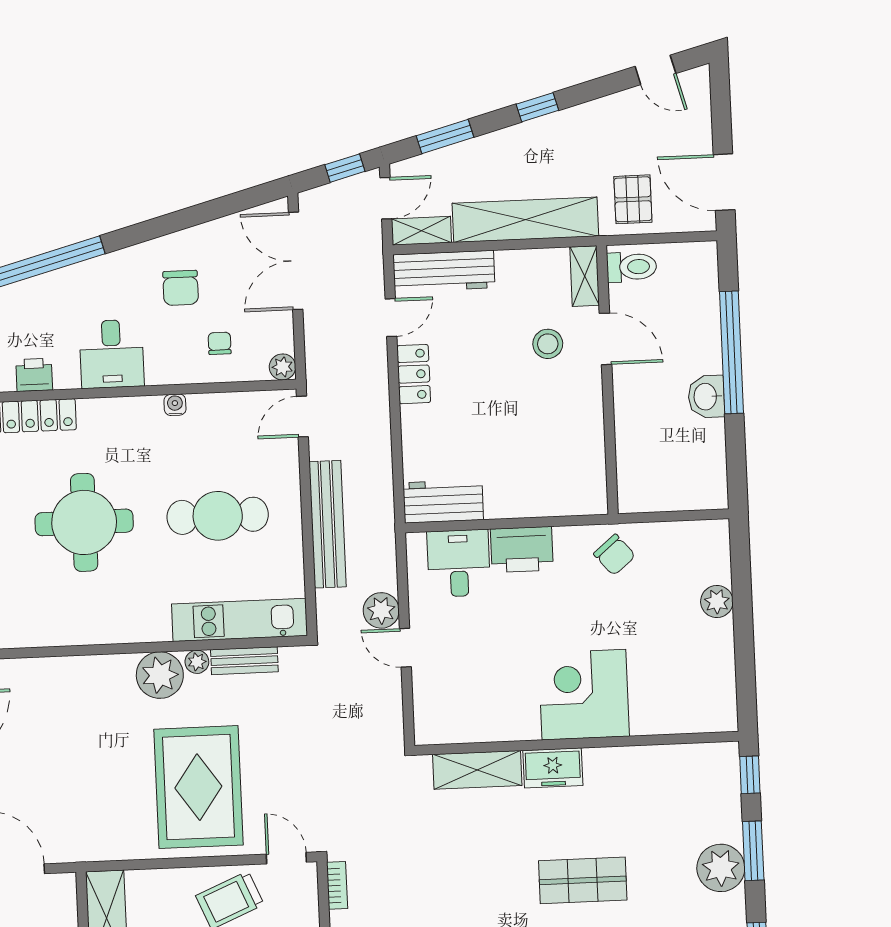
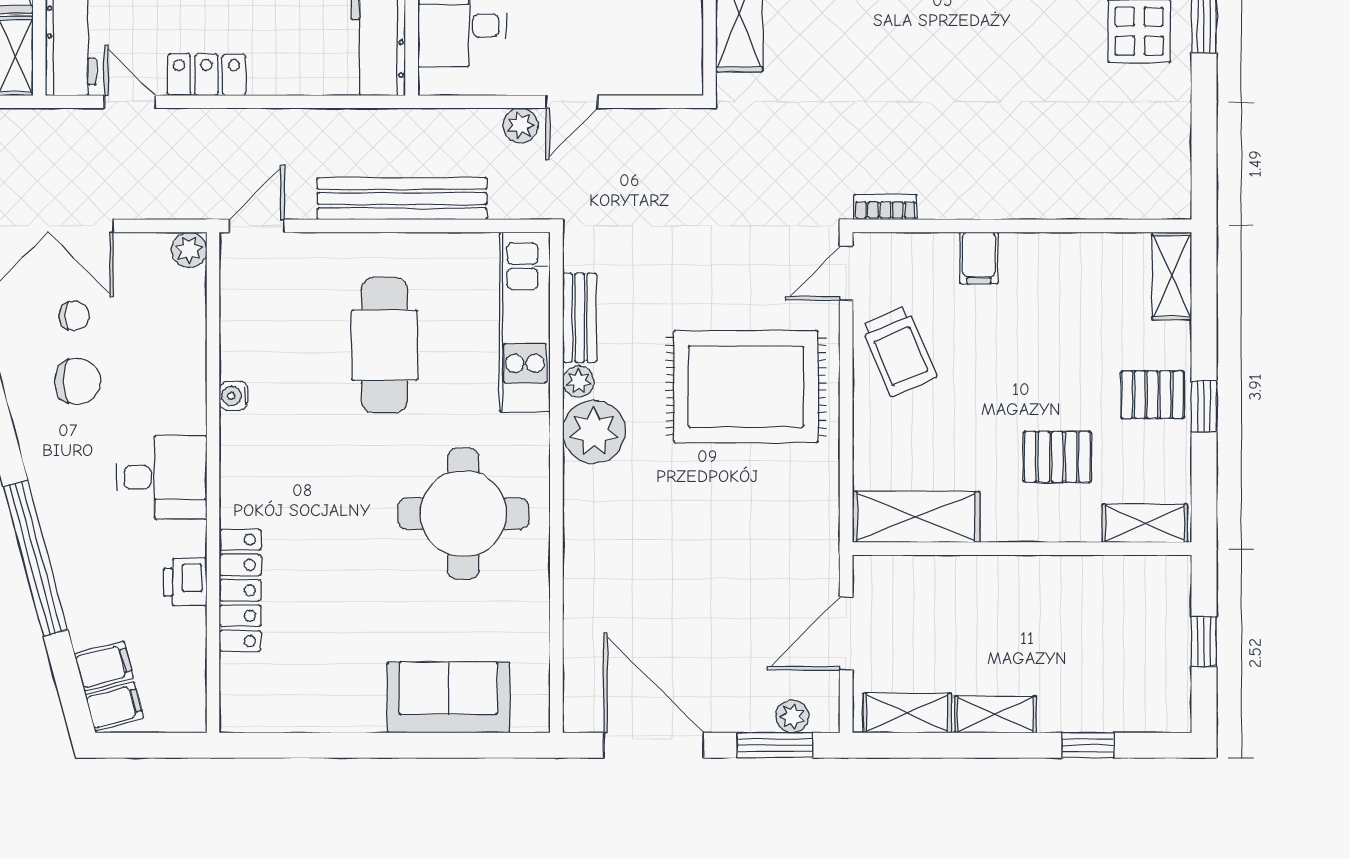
chair: (220, 343) -> (74, 316), moved, turned 180
door: (302, 417) -> (257, 226), swing flipped
round table: (84, 522) -> (463, 514), moved
plant: (381, 610) -> (521, 125), width x0.73, depth x0.73

